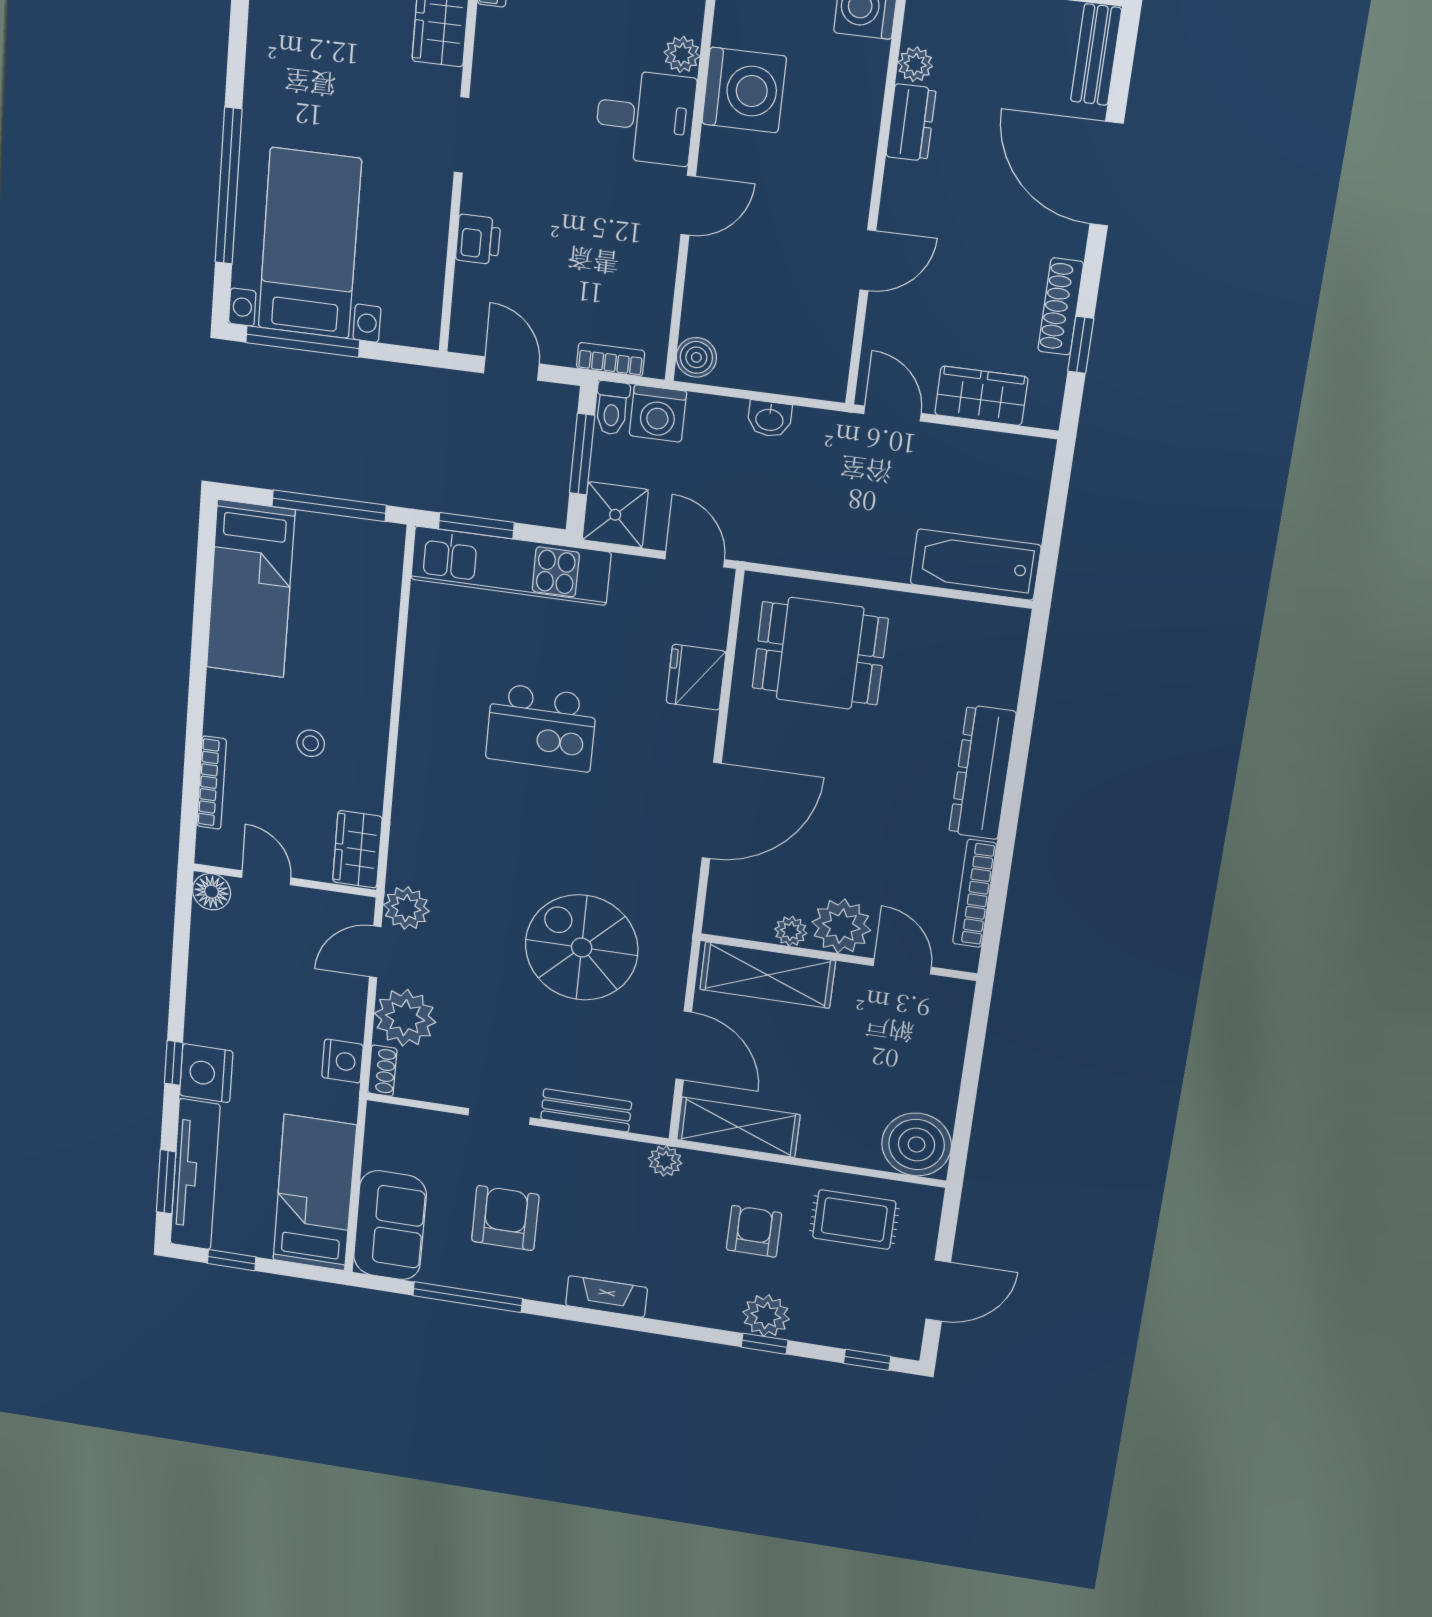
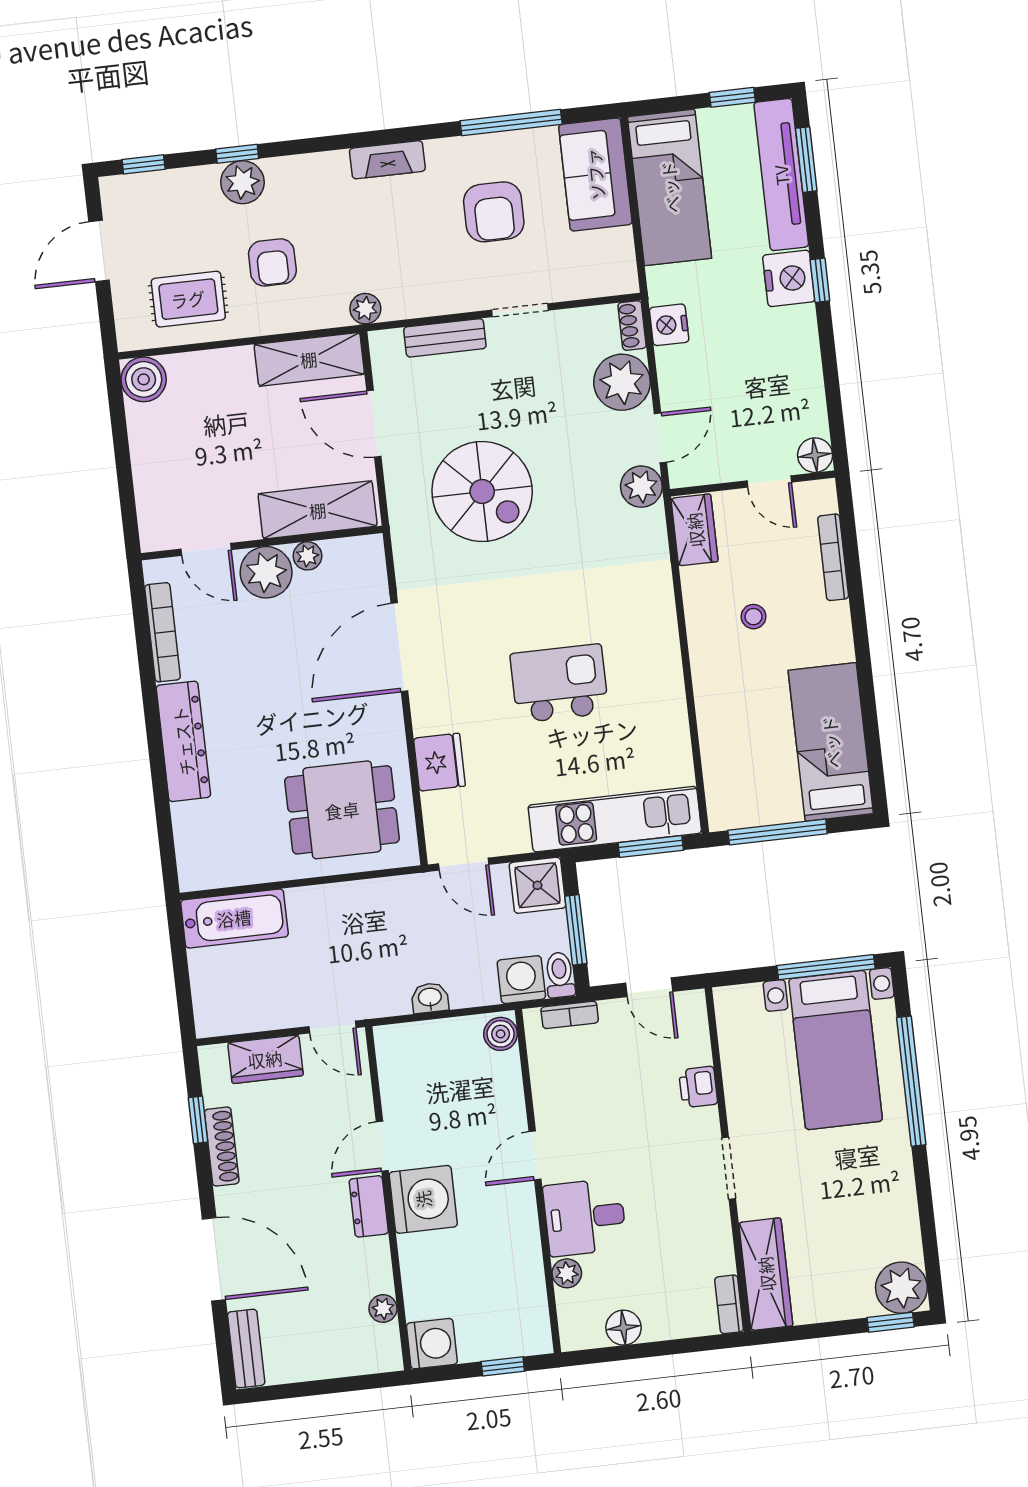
washing machine: (744, 90) -> (423, 1199), moved, turned 180
dresser: (911, 123) -> (369, 1206), moved
boiler: (917, 1144) -> (144, 379), width x0.73, depth x0.73

